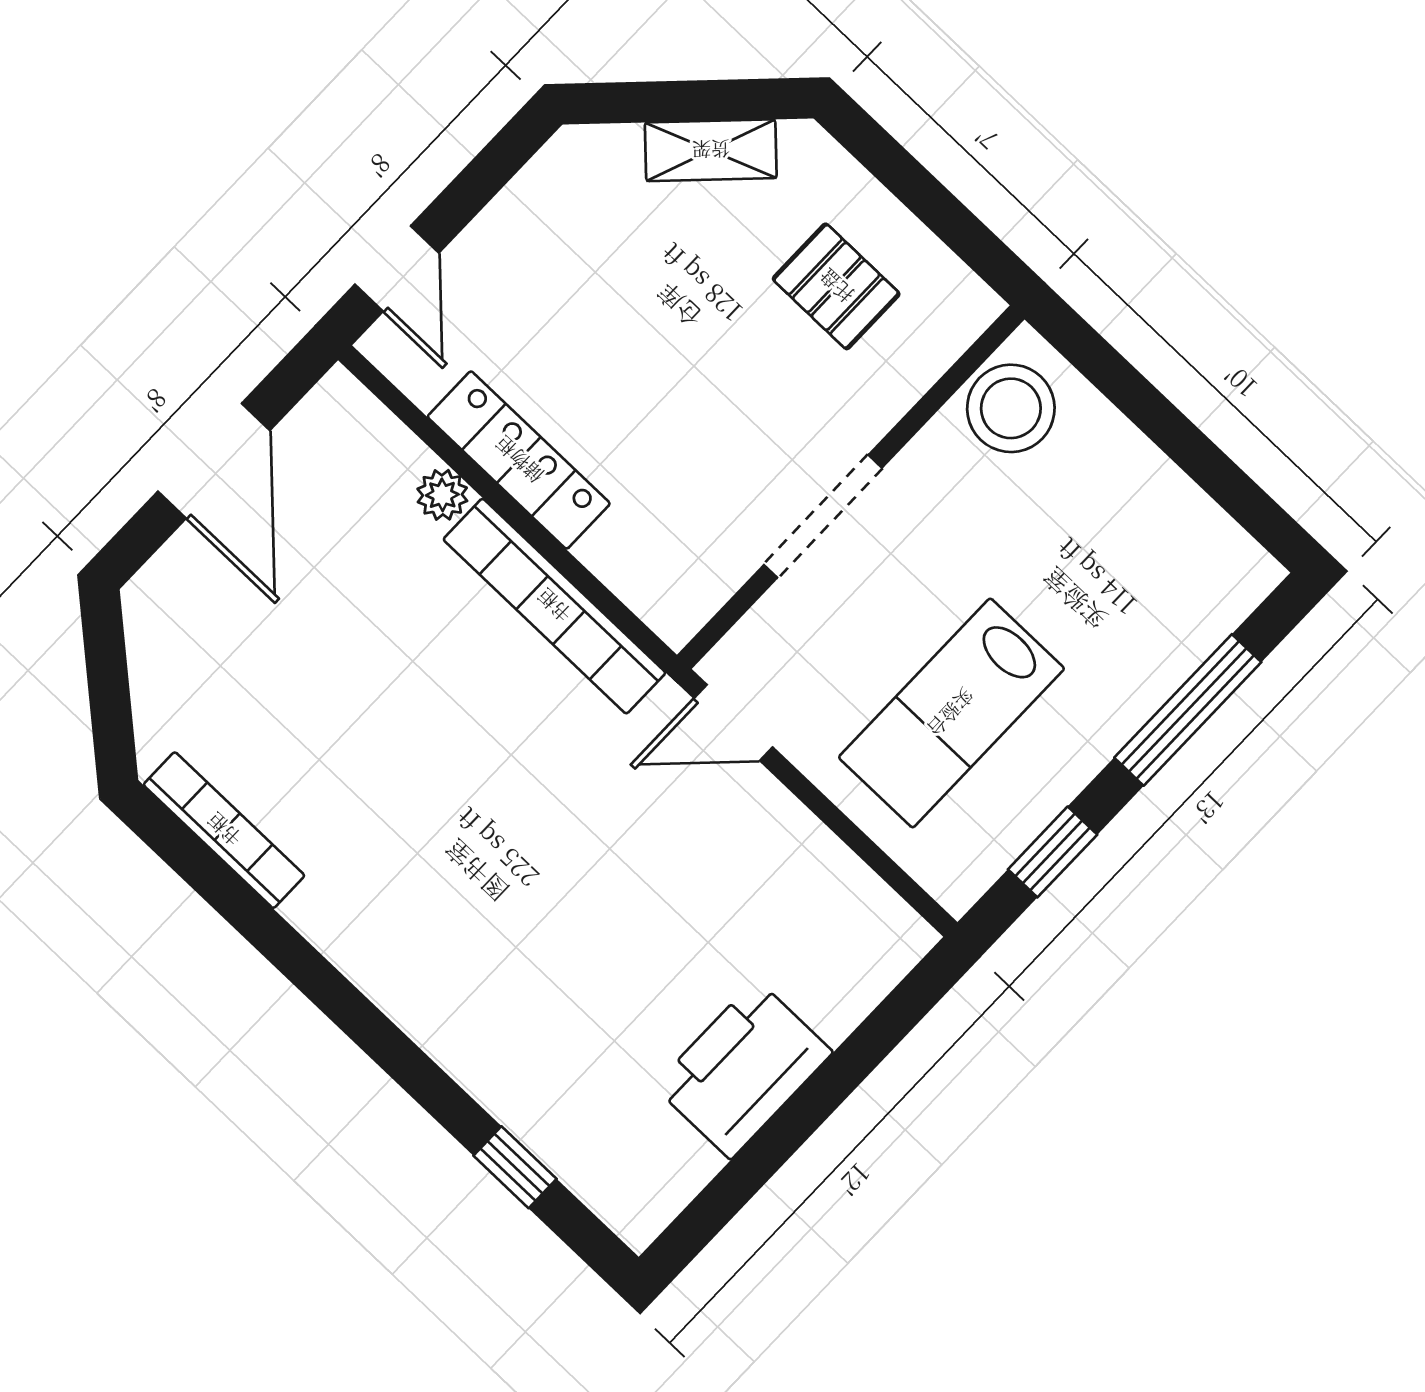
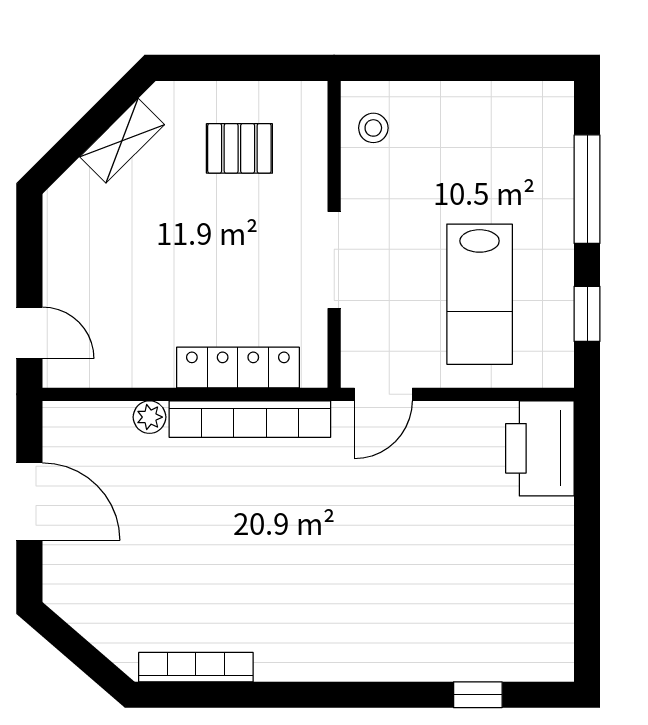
stool: (1011, 408) -> (373, 128), width x0.53, depth x0.53
locker: (519, 460) -> (238, 368), moved
printer: (743, 1069) -> (540, 448), moved

